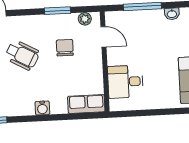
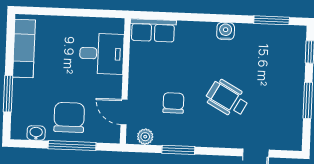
chair: (147, 29) -> (69, 117), added
chair: (65, 48) -> (173, 103), turned 180
water cooler: (42, 108) -> (226, 31), moved

